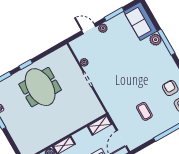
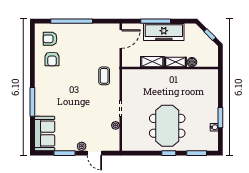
plant: (156, 40) -> (41, 109), removed
coffee table: (144, 111) -> (104, 76), moved
shelving: (100, 125) -> (152, 62), moved

